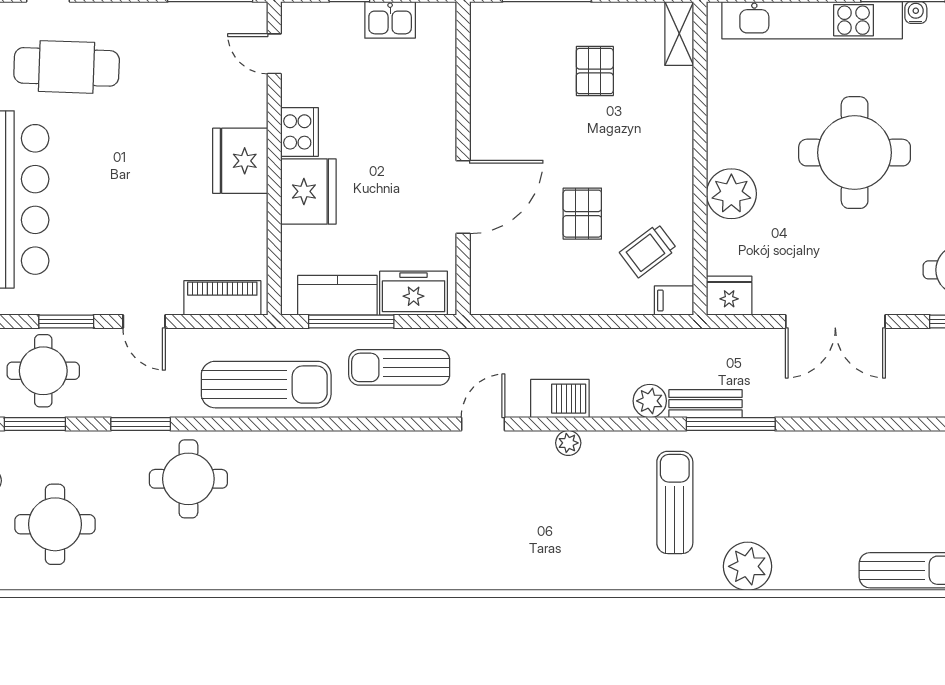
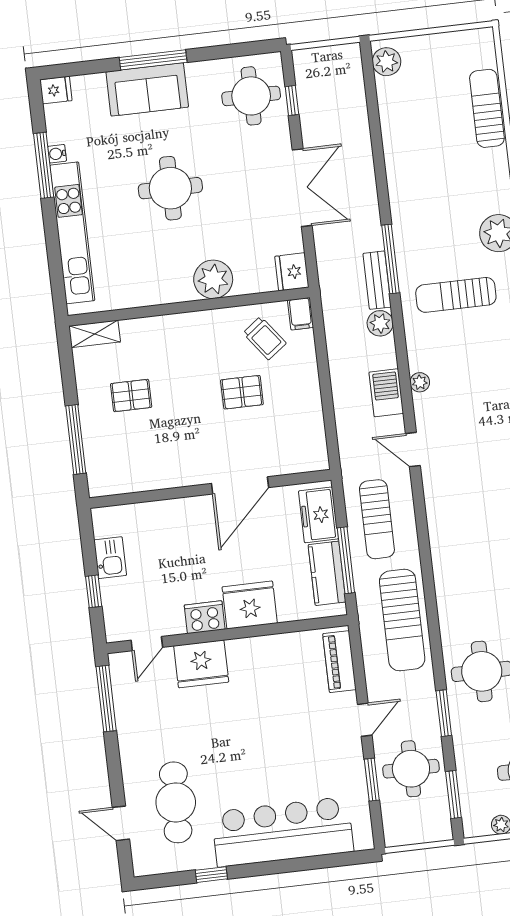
round table: (855, 153) -> (170, 188), width x0.73, depth x0.73
fridge: (240, 161) -> (201, 664), moved
door: (463, 197) -> (240, 485), swing flipped
round table: (43, 371) -> (411, 769), moved
sun lounger: (266, 385) -> (402, 620), turned 180

